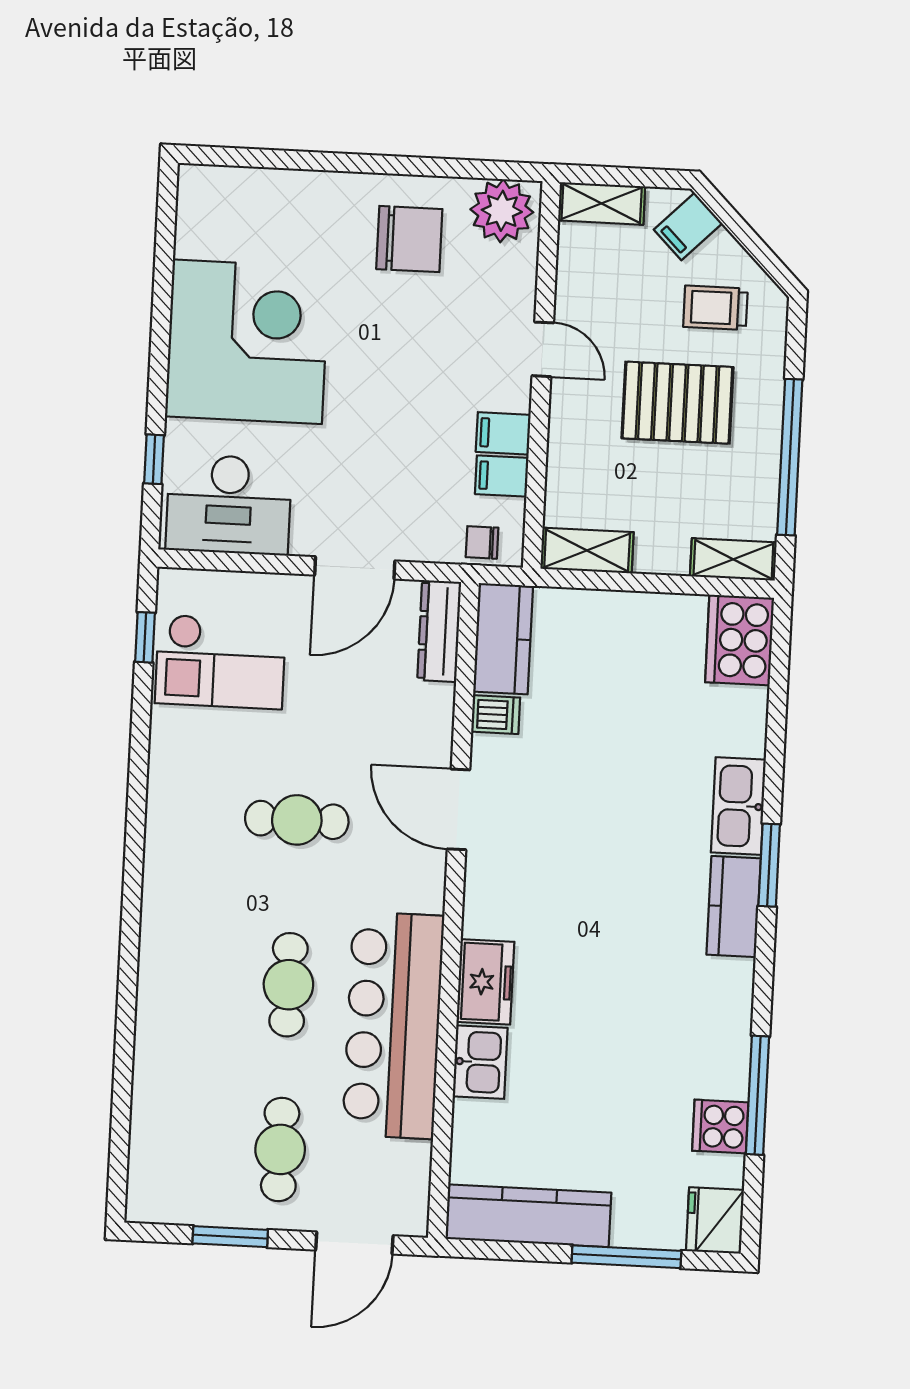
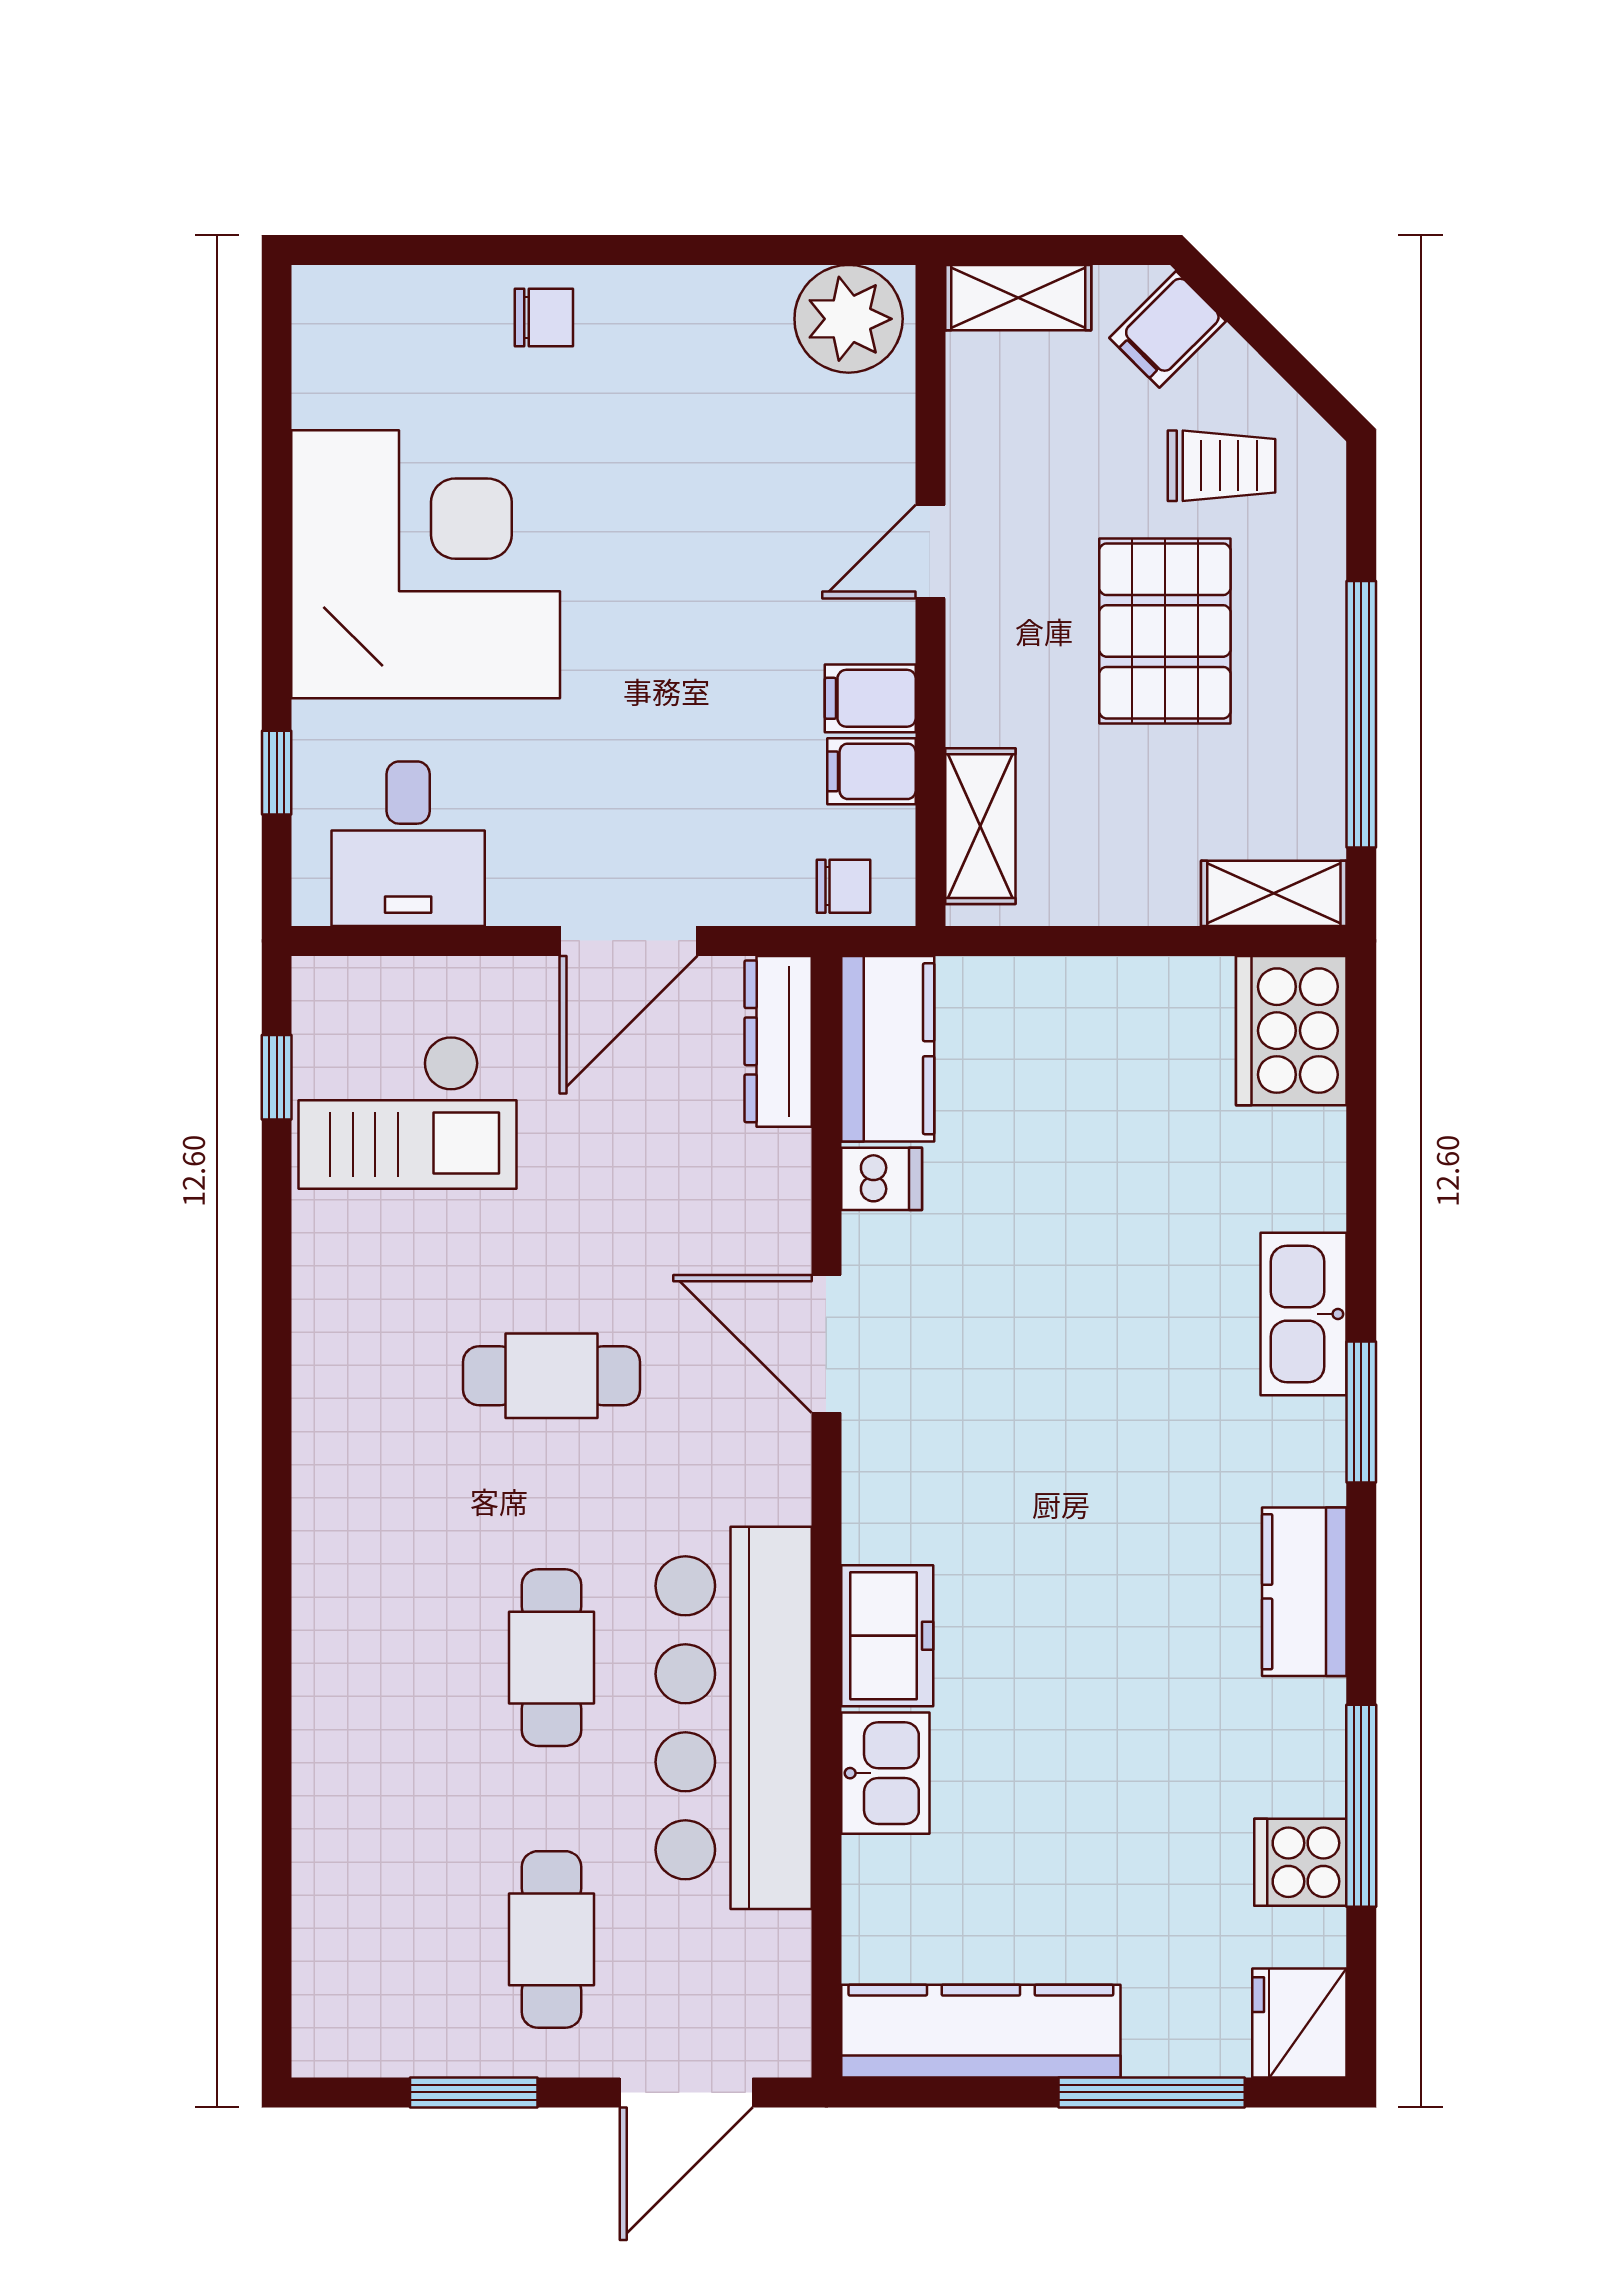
chair: (409, 239) -> (544, 317), moved, width x0.54, depth x0.54
trolley: (715, 308) -> (1221, 466), turned 180
door: (543, 349) -> (930, 552), swing flipped
pallet: (677, 403) -> (1165, 631), turned 90
desk: (229, 505) -> (408, 844), width x0.73
chair: (482, 542) -> (844, 886), turned 180
shelving: (587, 550) -> (980, 826), moved, turned 90
kitchen counter: (734, 907) -> (1304, 1592), moved

